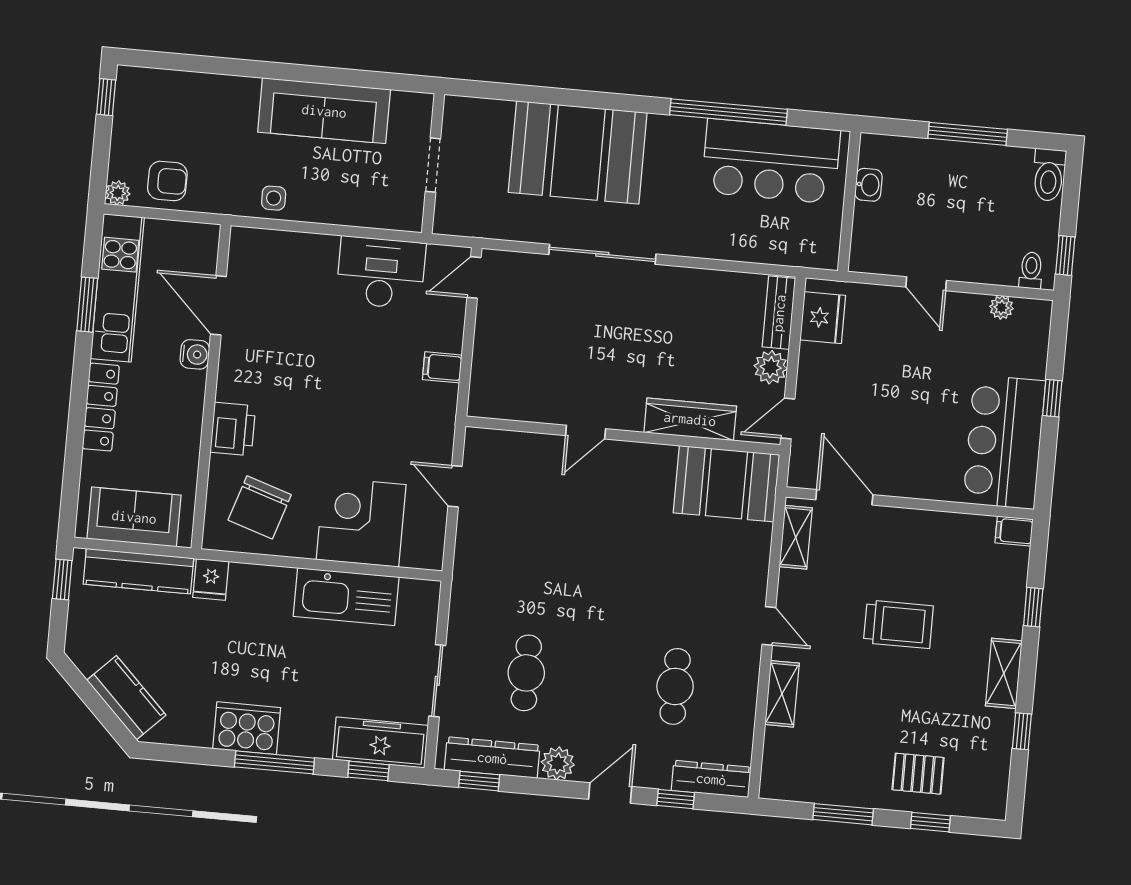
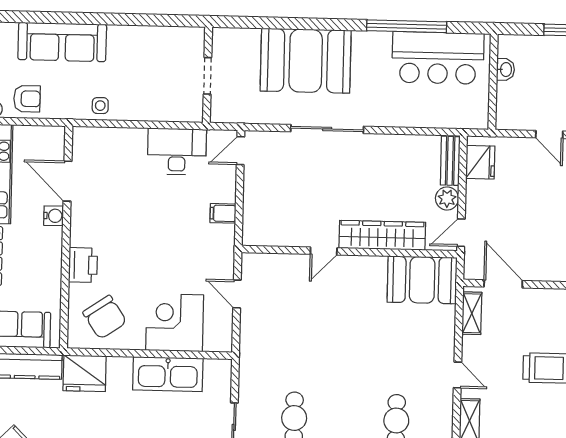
sofa: (324, 111) -> (62, 42), moved
wardrobe: (690, 419) -> (382, 235), width x1.40, depth x1.17
chair: (260, 507) -> (105, 317), turned -52
fridge: (211, 579) -> (85, 373), width x1.88, depth x1.34

